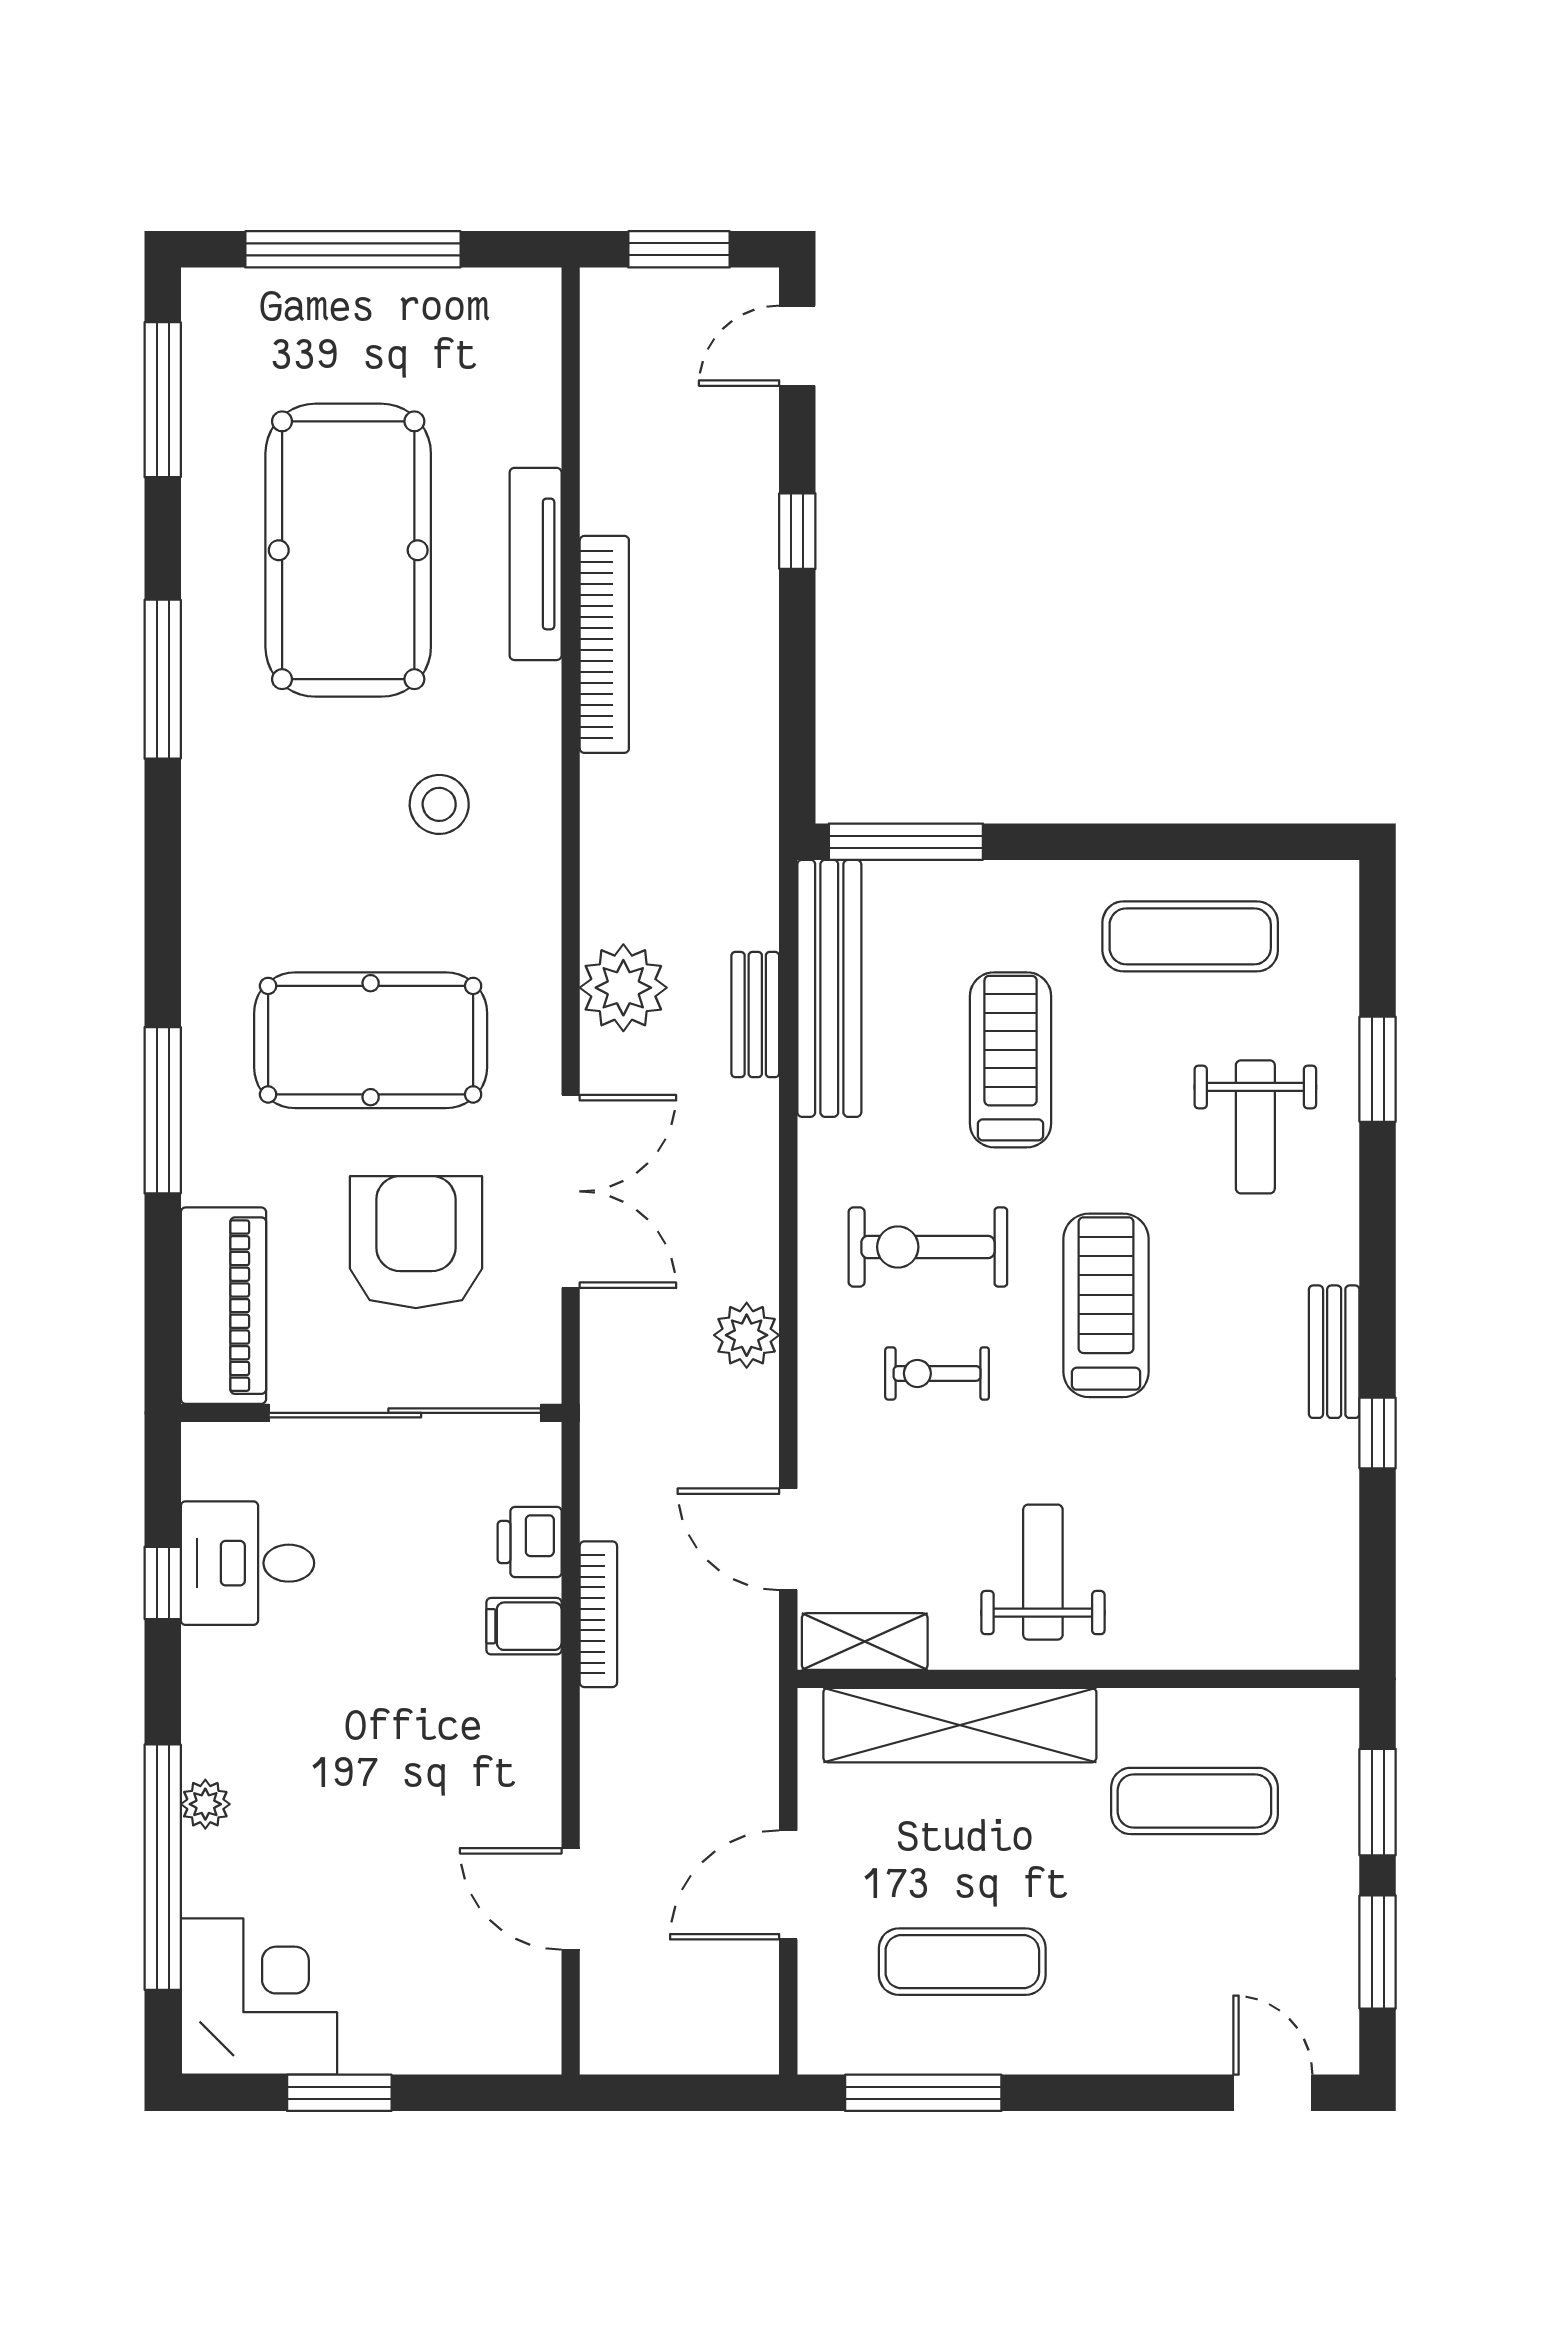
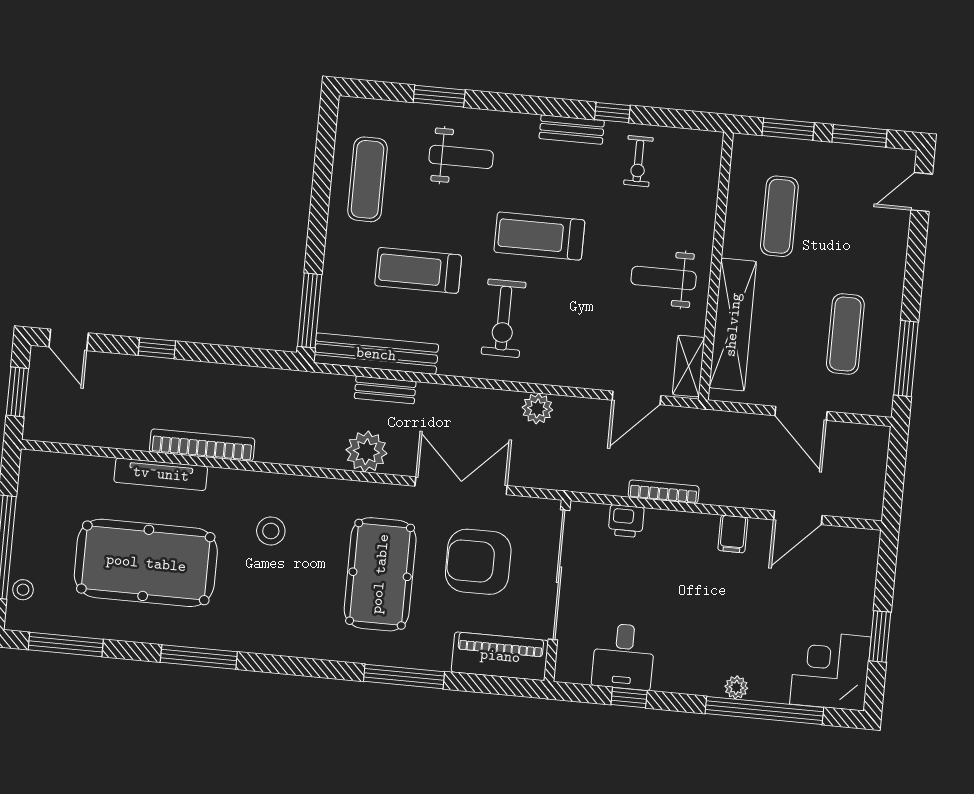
stool: (268, 300) -> (23, 590), added
exercise bike: (937, 1373) -> (638, 161), moved
filing cabinet: (524, 1626) -> (733, 534), moved

